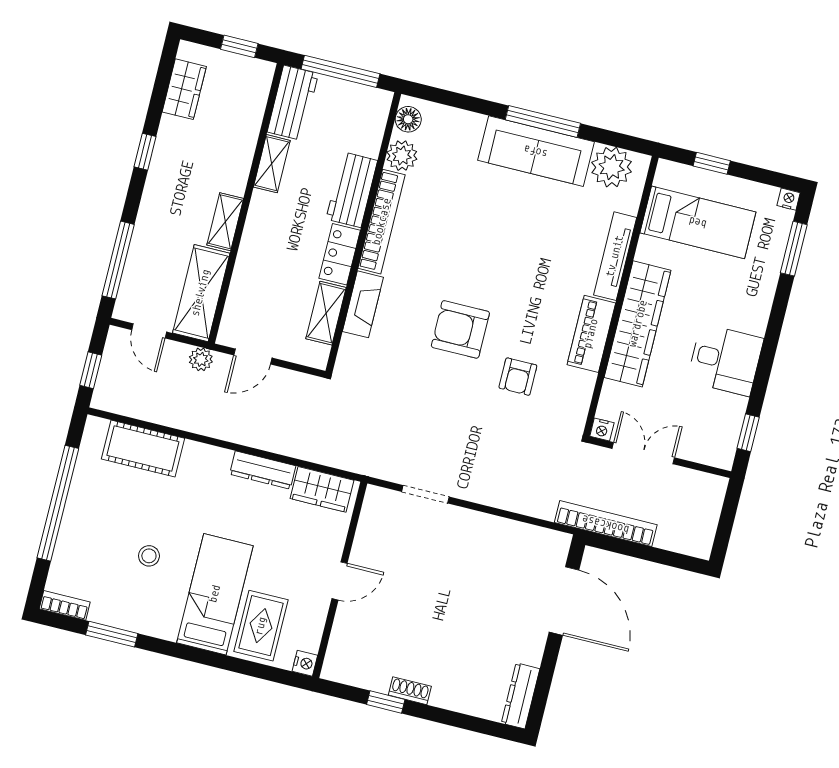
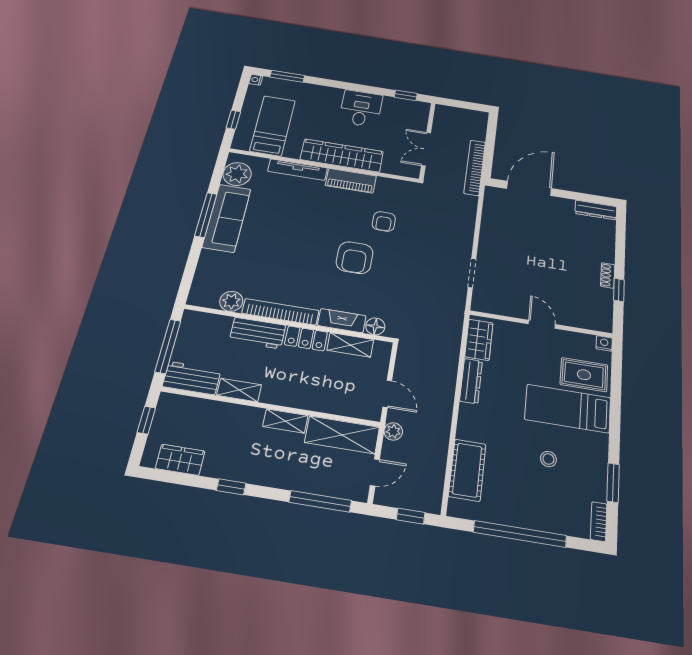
floor lamp: (408, 119) -> (375, 326), moved
armchair: (518, 377) -> (384, 221), turned 90
nightstand: (602, 429) -> (414, 172), removed

